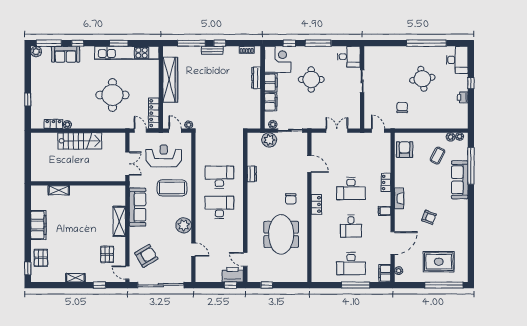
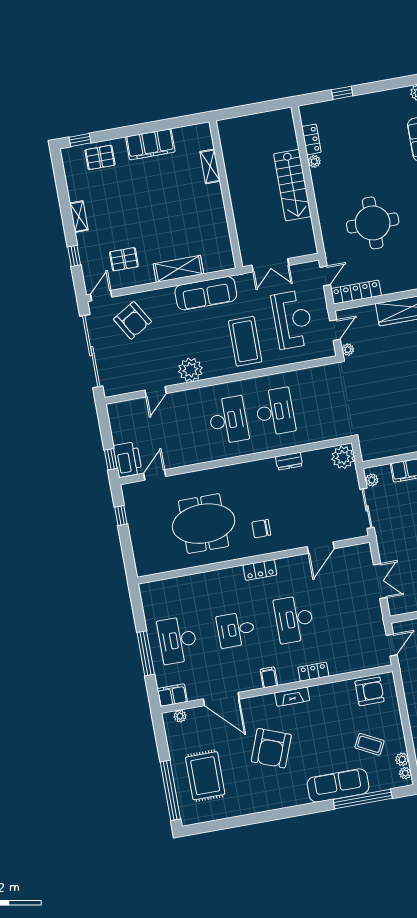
plant: (269, 140) -> (343, 457), moved
armchair: (429, 217) -> (271, 748), width x1.88, depth x1.88

